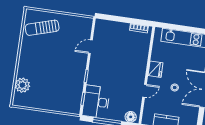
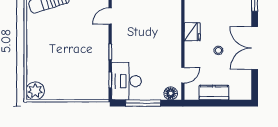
plant: (22, 85) -> (35, 91), moved
door: (145, 91) -> (183, 75), moved

